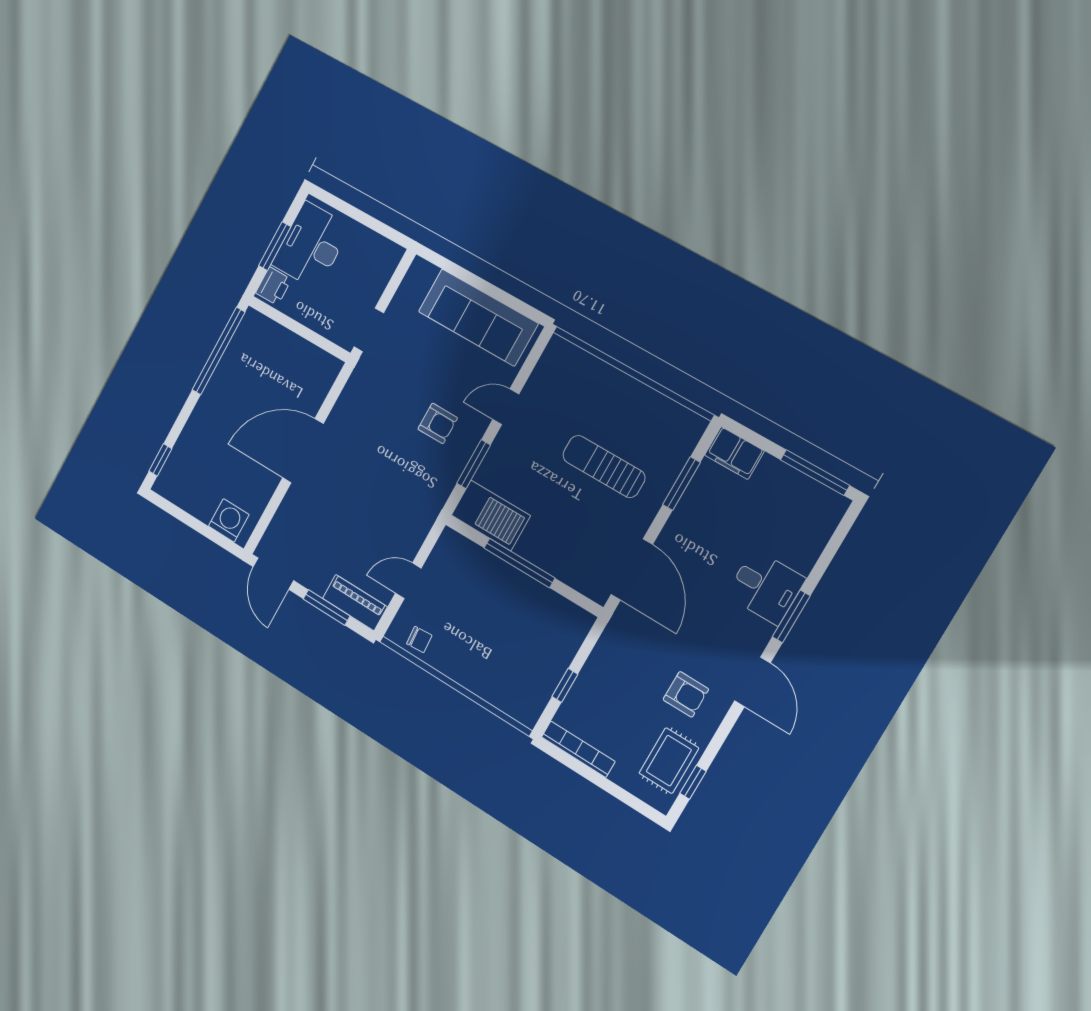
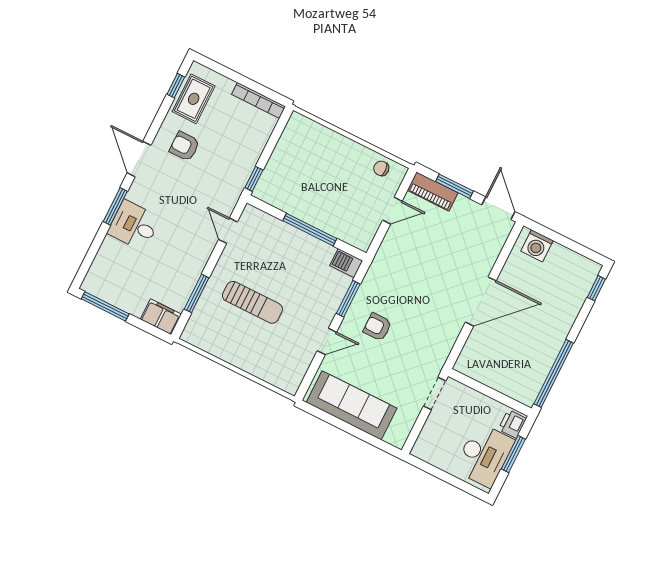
barbecue: (491, 515) -> (346, 263), width x0.53, depth x0.65
door: (632, 569) -> (228, 231), width x0.53
window: (565, 685) -> (254, 179), moved

